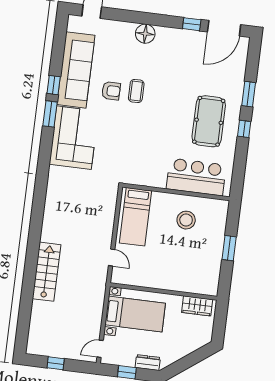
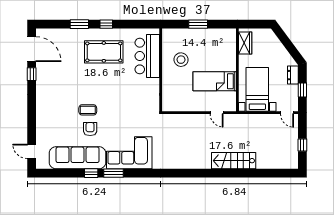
floor lamp: (145, 34) -> (43, 109), removed
bed: (136, 217) -> (215, 81), moved, turned 180
door: (112, 257) -> (217, 113), swing flipped

